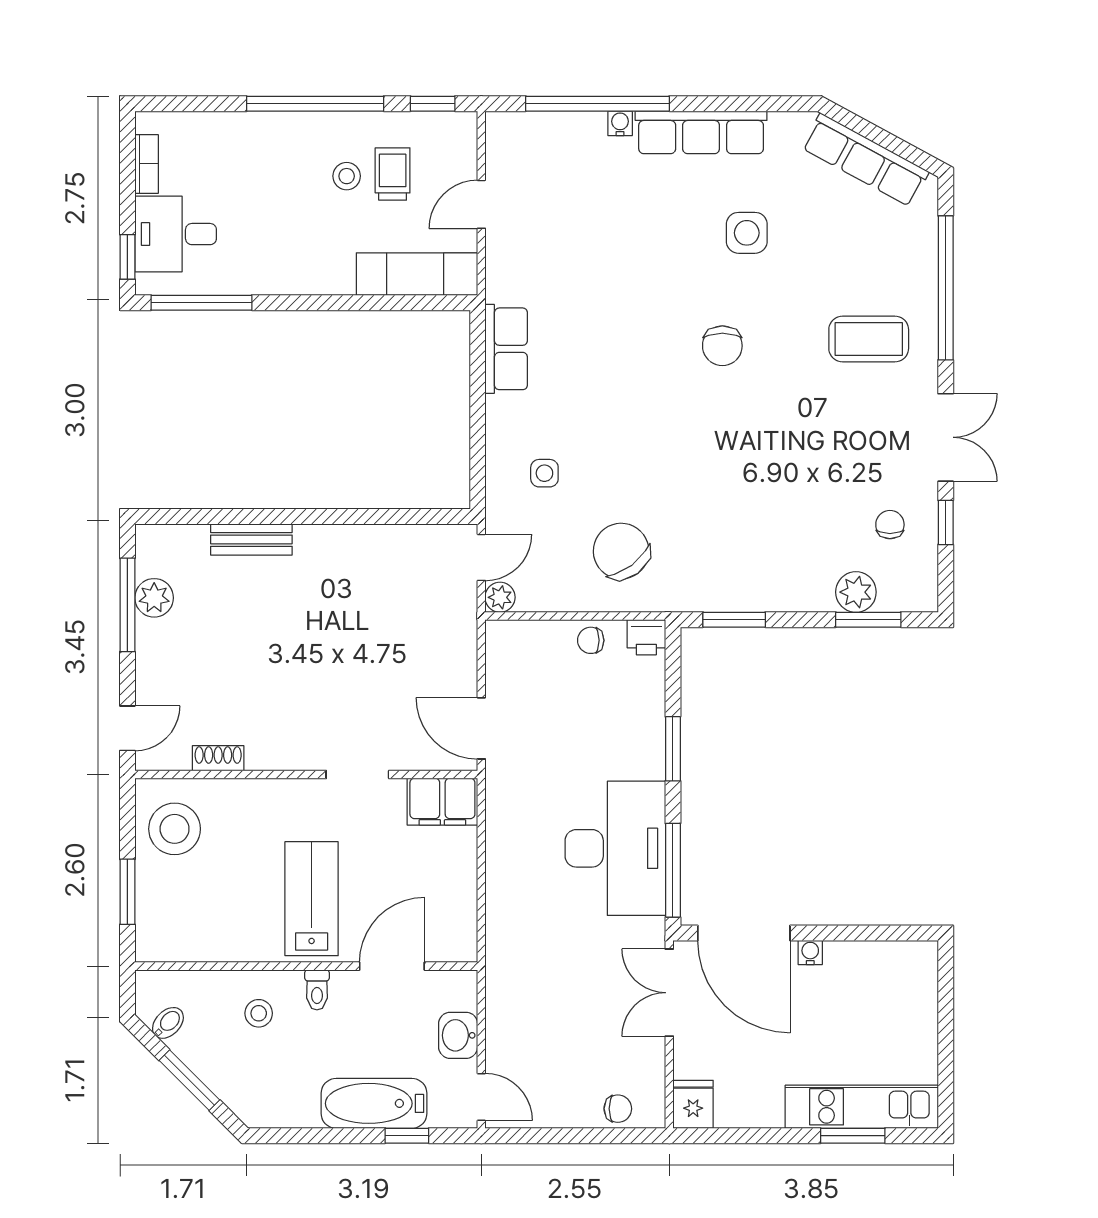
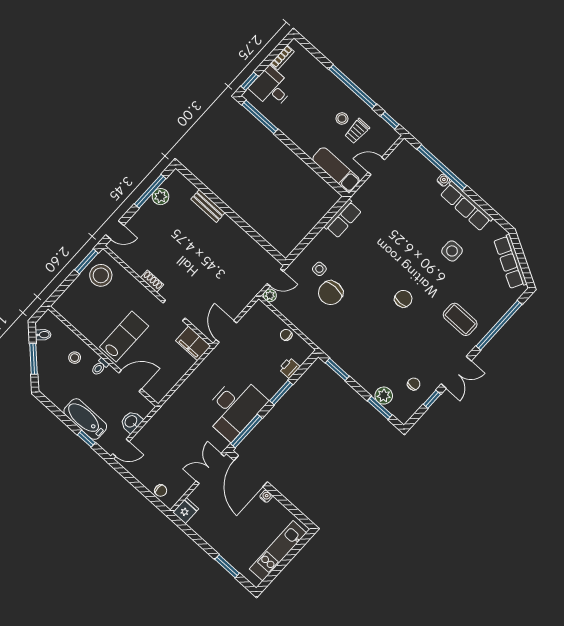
trolley: (393, 174) -> (357, 131), turned 180
chair: (722, 346) -> (403, 299), moved, turned 180
chair: (621, 551) -> (331, 293), moved, turned -143
printer: (646, 637) -> (289, 368), moved, turned 90
shoe rack: (218, 758) -> (152, 281), moved
window: (127, 892) -> (86, 261), moved
door: (481, 1097) -> (121, 448), hinge flipped
kitchen unit: (862, 1107) -> (278, 551), moved, turned -90

